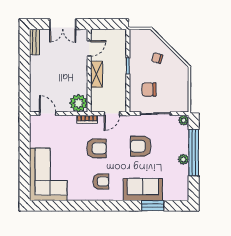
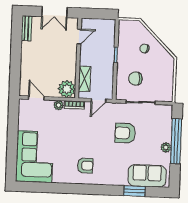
shelving: (97, 74) -> (85, 79), moved
plant: (184, 120) -> (59, 105), moved
armchair: (96, 148) -> (82, 133), removed
sofa: (143, 189) -> (147, 176), moved

